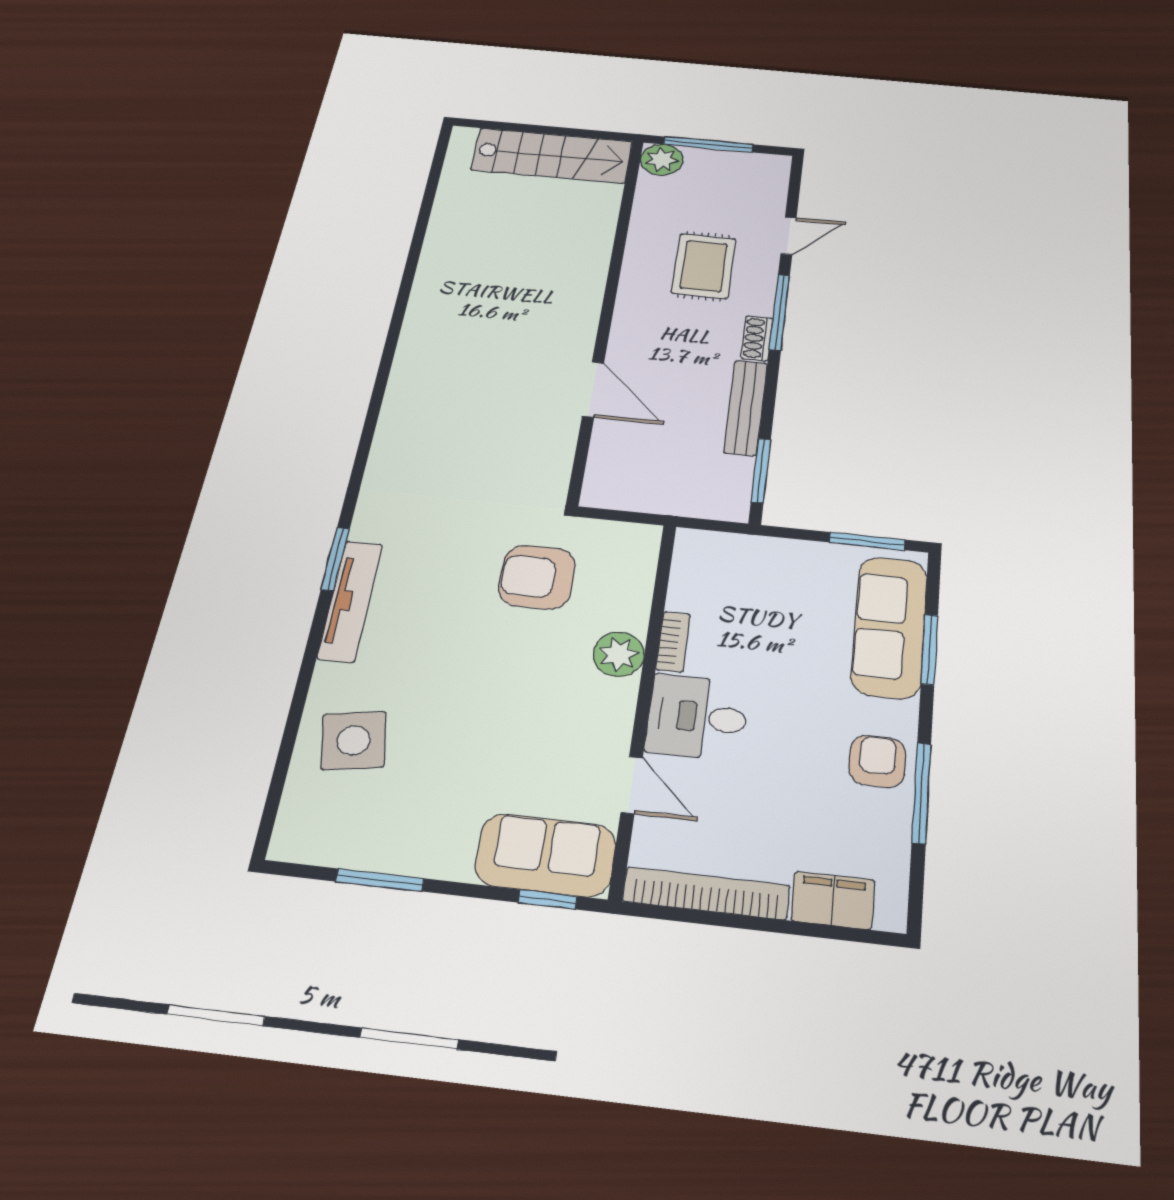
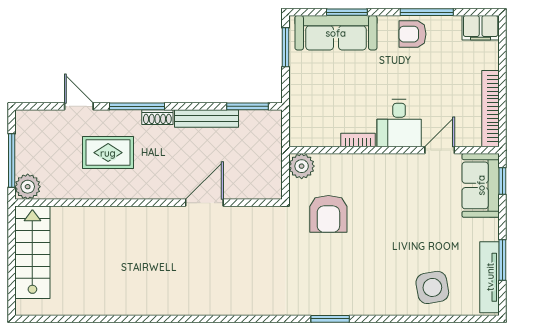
tv unit: (350, 601) -> (490, 277), moved, turned -90
plant: (619, 654) -> (302, 166), moved
filing cabinet: (833, 900) -> (481, 28), moved, turned -90

